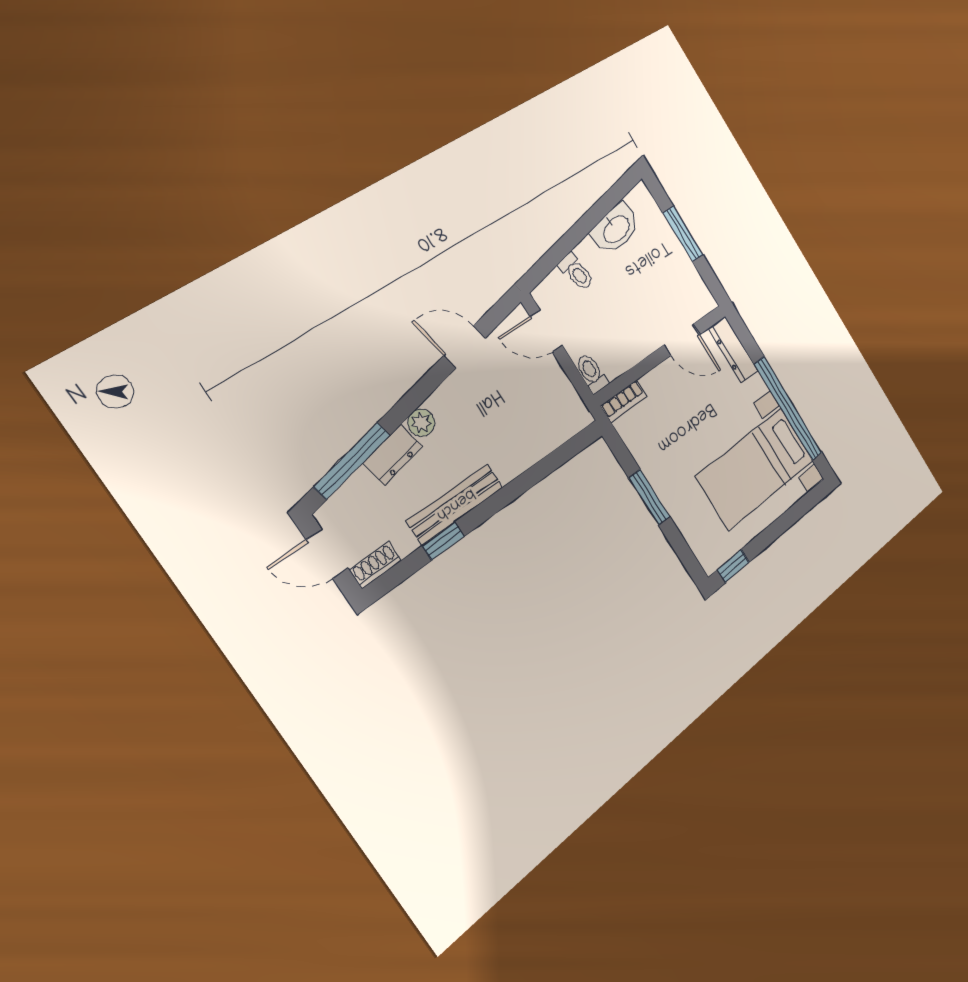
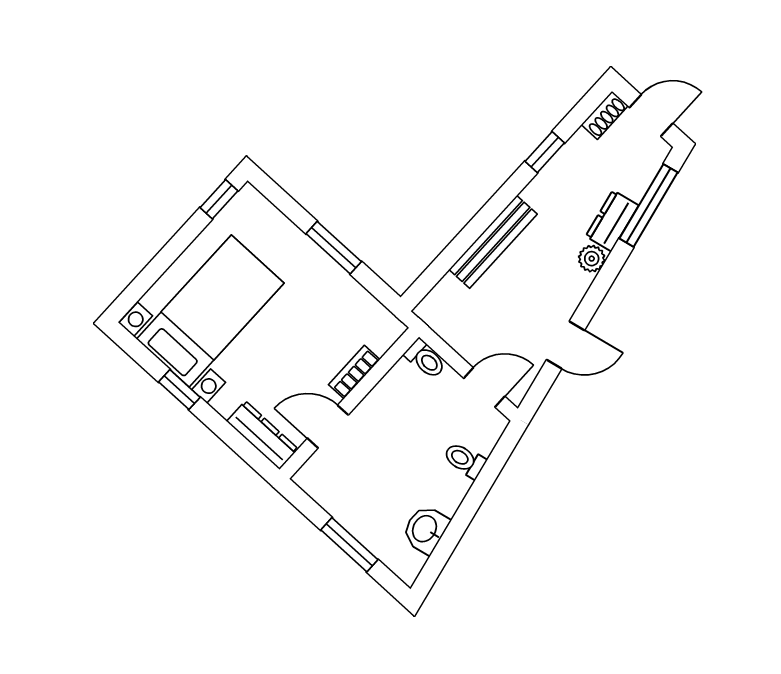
washbasin: (616, 229) -> (425, 529), width x0.72
bookcase: (624, 401) -> (354, 372), moved
window: (788, 409) -> (179, 390), width x0.32
bench: (455, 504) -> (493, 242), moved

